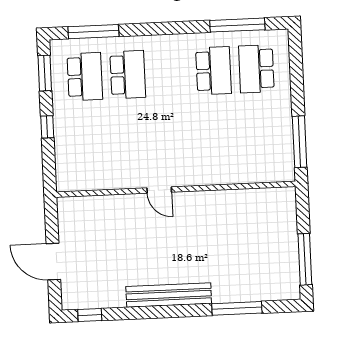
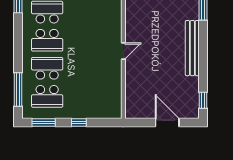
school desk: (171, 73) -> (47, 40), added
school desk: (85, 77) -> (47, 96), turned 180
door: (53, 262) -> (167, 122), swing flipped

